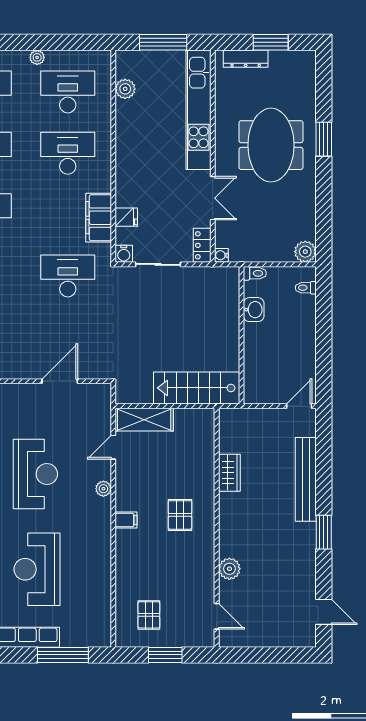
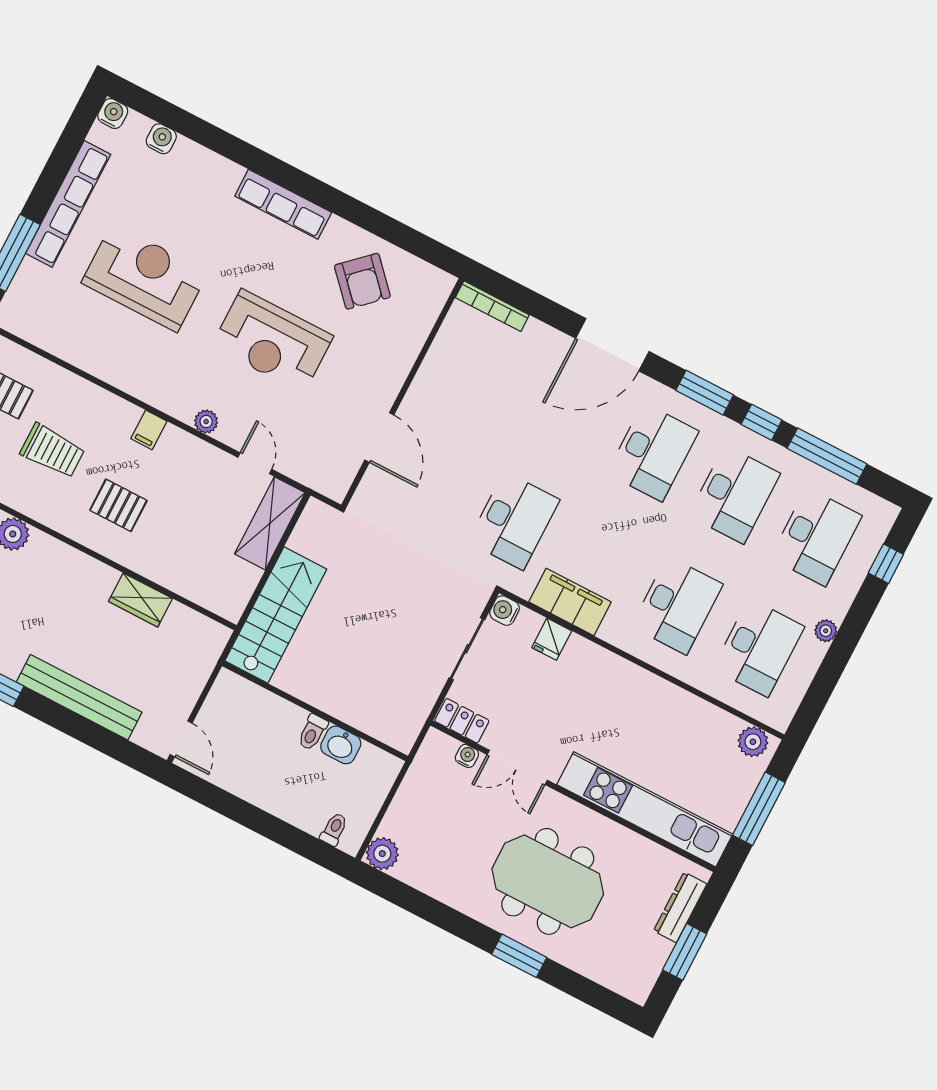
plant: (125, 89) -> (753, 742), moved
water cooler: (221, 255) -> (467, 756), moved
toilet: (255, 273) -> (313, 732), moved
trolley: (168, 571) -> (53, 451), added

